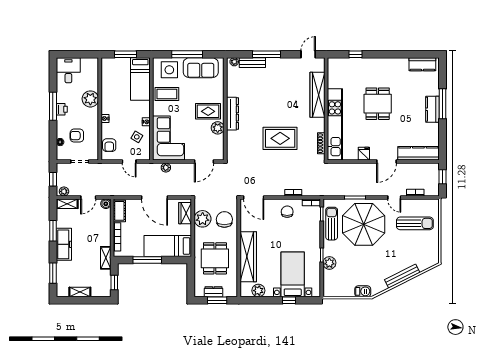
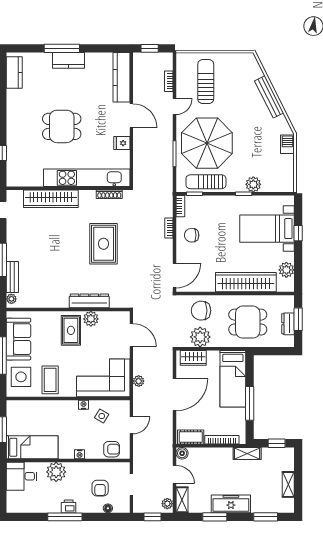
desk: (68, 70) -> (22, 476), moved
bed: (140, 79) -> (32, 447), moved
dresser: (233, 114) -> (89, 301), moved

